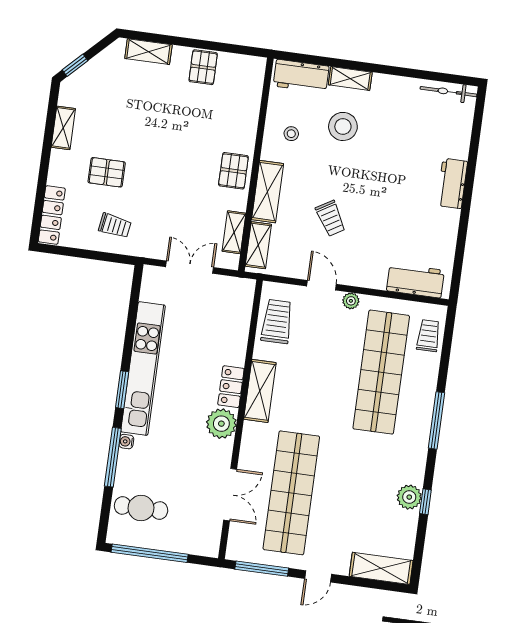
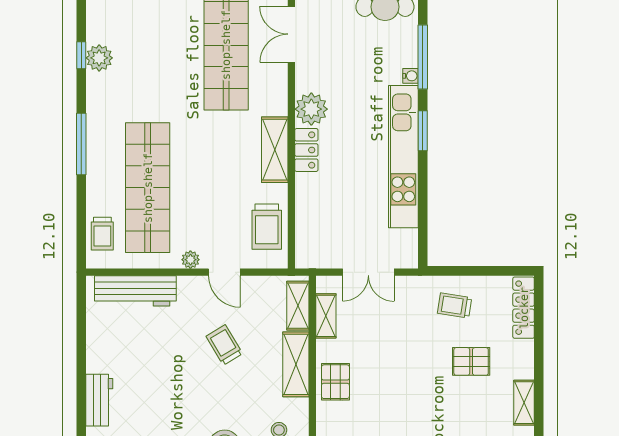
workbench: (416, 281) -> (135, 291), width x1.38

